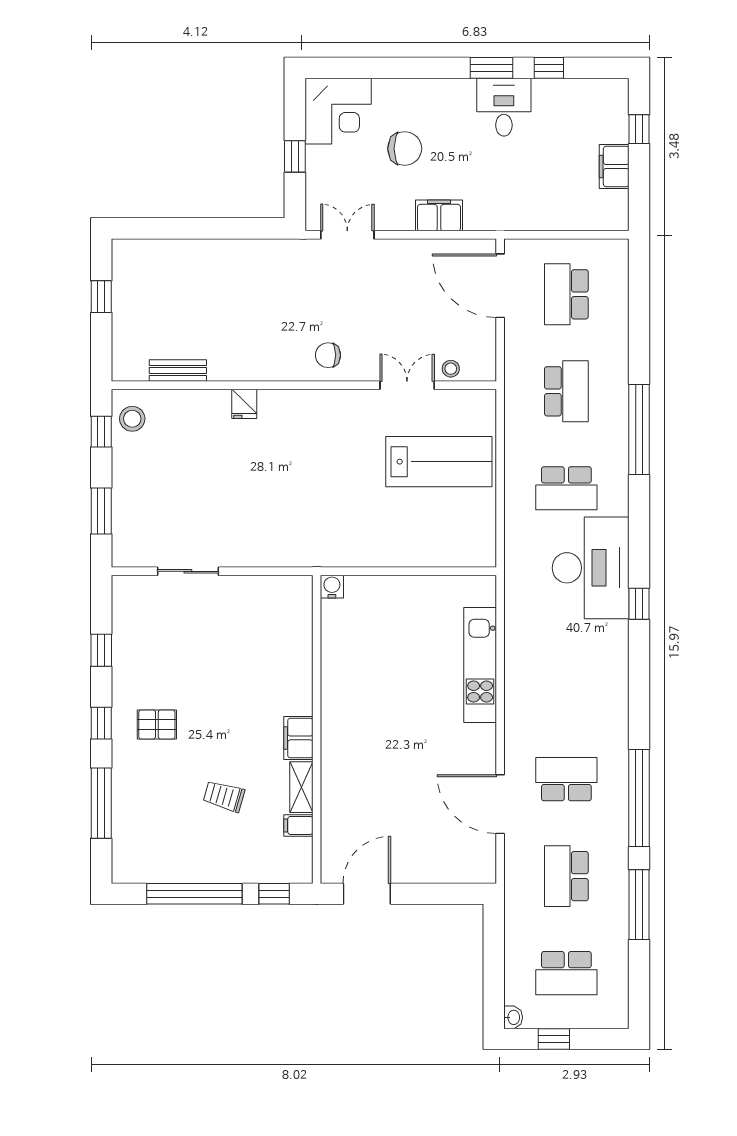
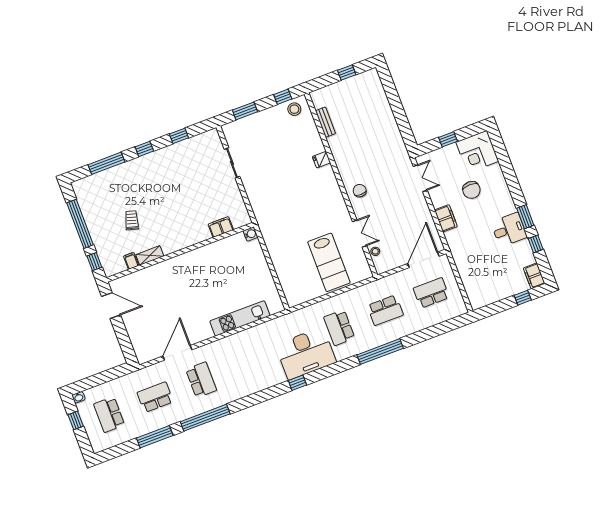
filing cabinet: (614, 166) -> (534, 276), moved, turned -90
pallet: (157, 725) -> (154, 176), removed
filing cabinet: (298, 738) -> (221, 227), moved

